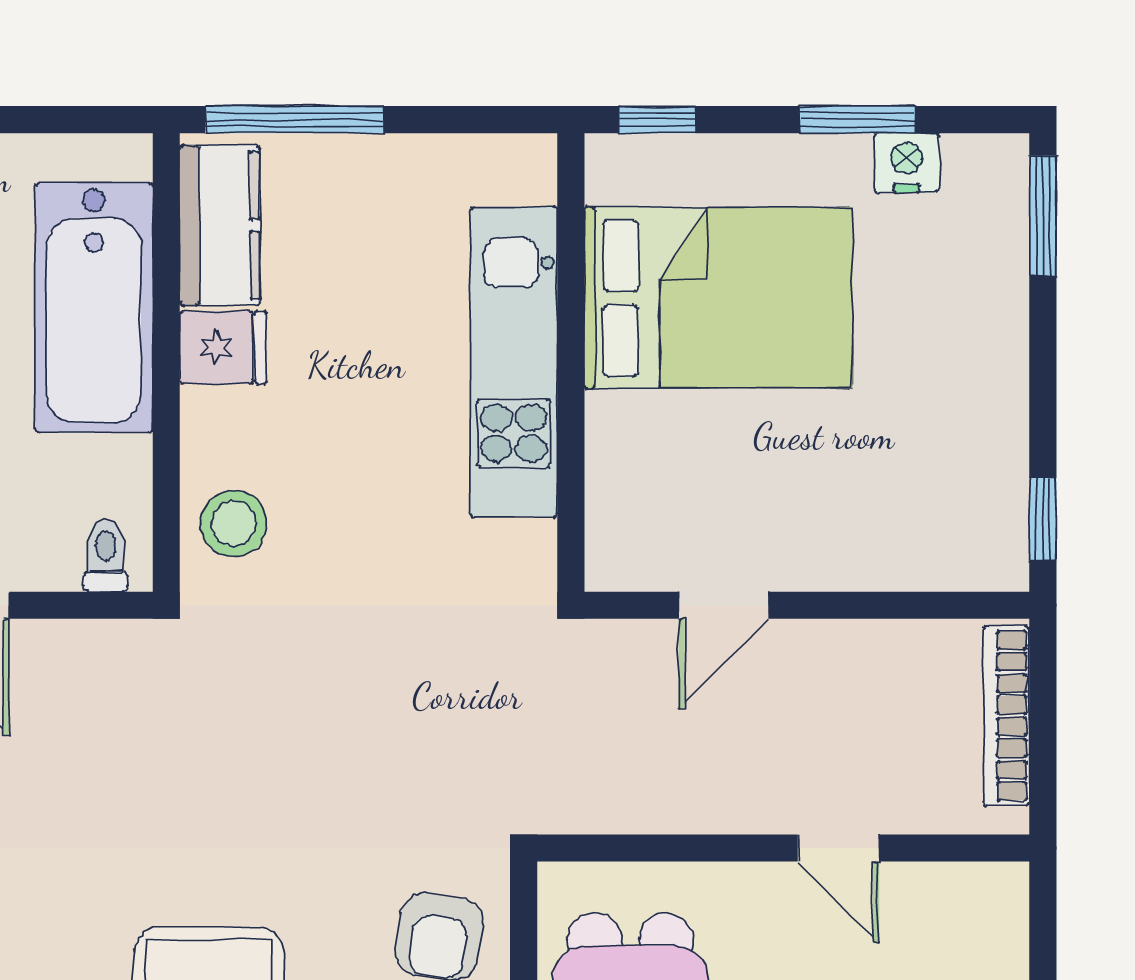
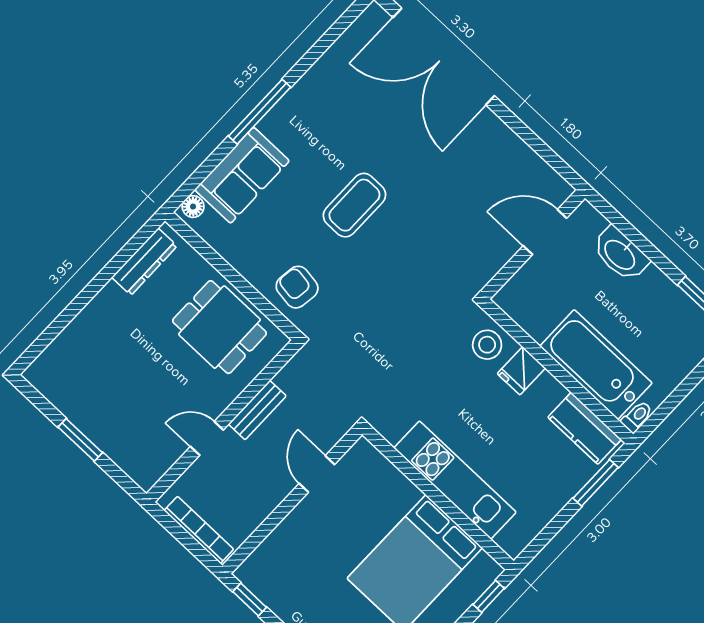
window: (294, 120) -> (596, 483), width x0.69
fridge: (223, 347) -> (521, 371), moved
toilet: (106, 556) -> (637, 417), moved, turned -90
bench: (710, 808) -> (257, 410), added

